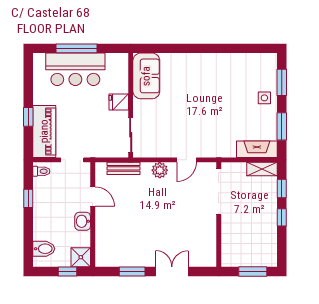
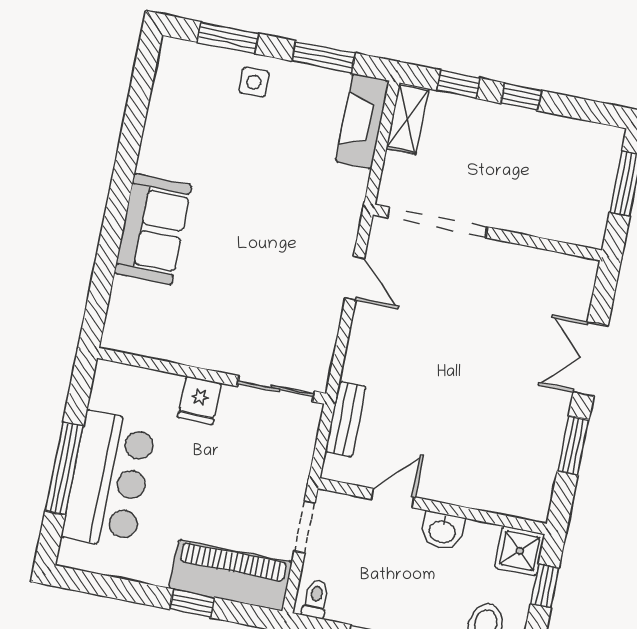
sofa: (146, 76) -> (153, 229), moved, turned 90
plant: (160, 170) -> (365, 341), removed

